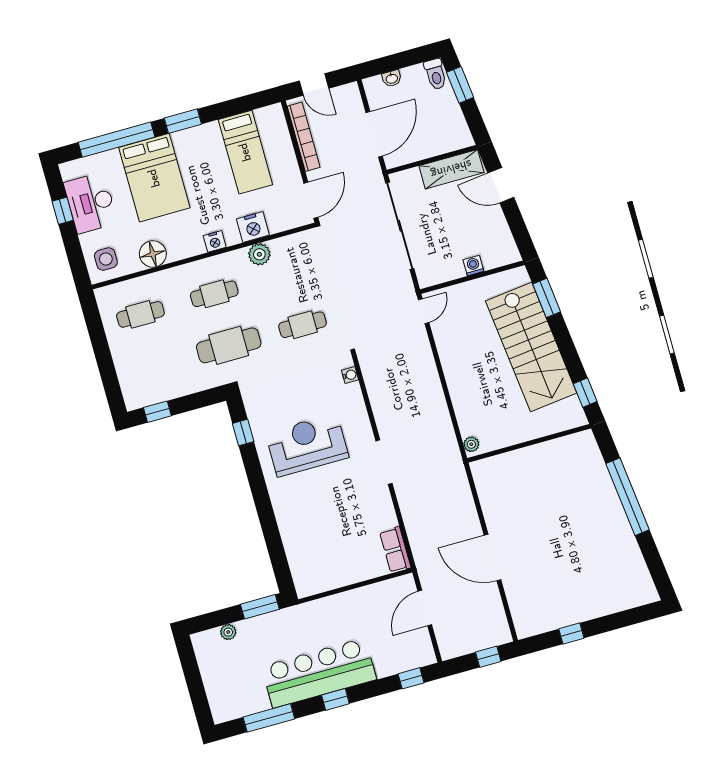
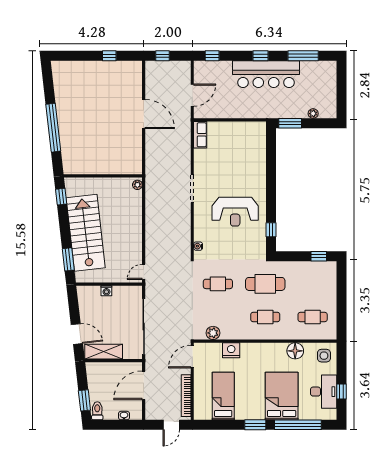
door: (314, 85) -> (171, 425), swing flipped
nightstand: (215, 241) -> (256, 348), removed
plant: (259, 254) -> (213, 333), moved

